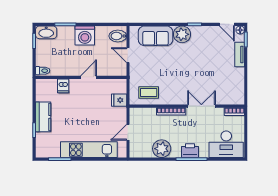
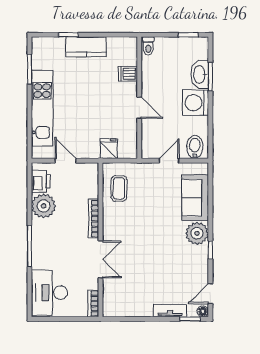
washbasin: (46, 32) -> (200, 74), moved
printer: (190, 151) -> (41, 181), moved

